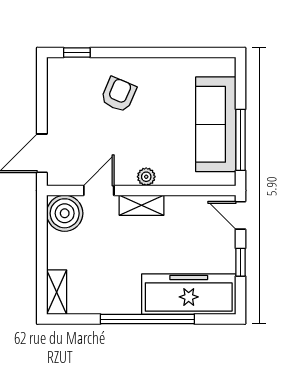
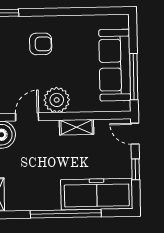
armchair: (118, 94) -> (41, 44), turned 67
plant: (146, 177) -> (57, 100), width x1.87, depth x1.87
shelving: (142, 205) -> (77, 127), moved

